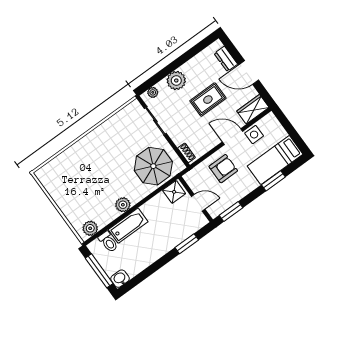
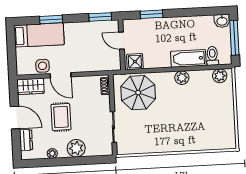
plant: (153, 92) -> (52, 153), moved
rug: (208, 100) -> (61, 117), turned 90
armchair: (223, 169) -> (84, 55), removed

